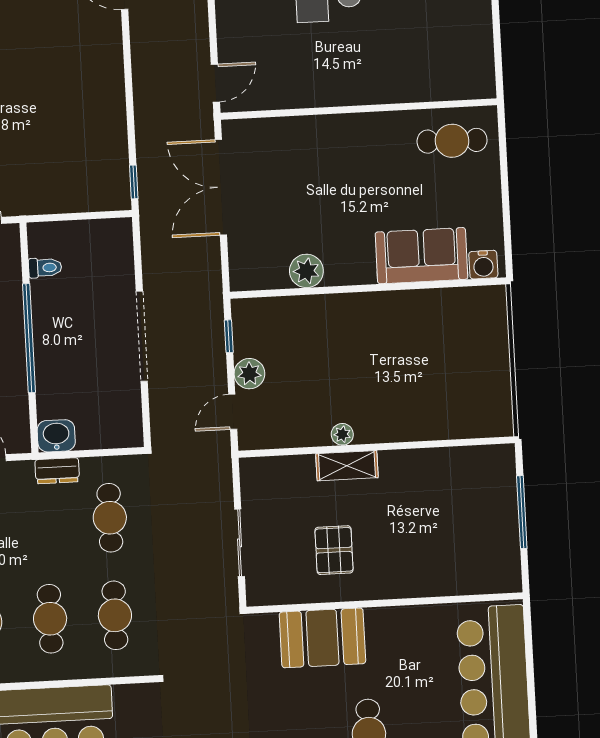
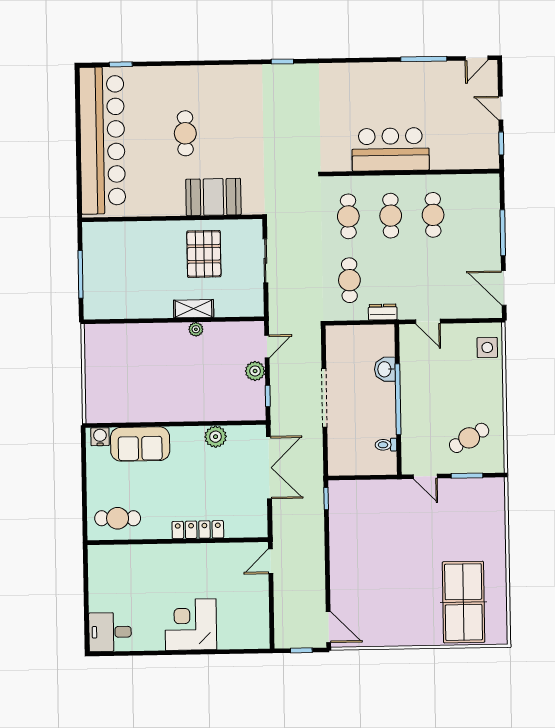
locker: (329, 128) -> (198, 530), added
double door: (221, 187) -> (269, 468), moved
washbasin: (56, 436) -> (385, 369), moved, turned 90
pallet: (334, 550) -> (204, 254), width x1.50, depth x1.42

